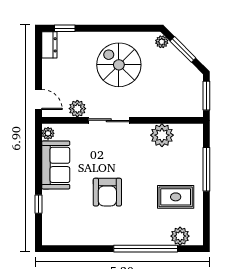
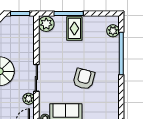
plant: (162, 135) -> (46, 24), moved
armchair: (107, 192) -> (84, 79), turned -75
rug: (176, 197) -> (74, 28), moved

